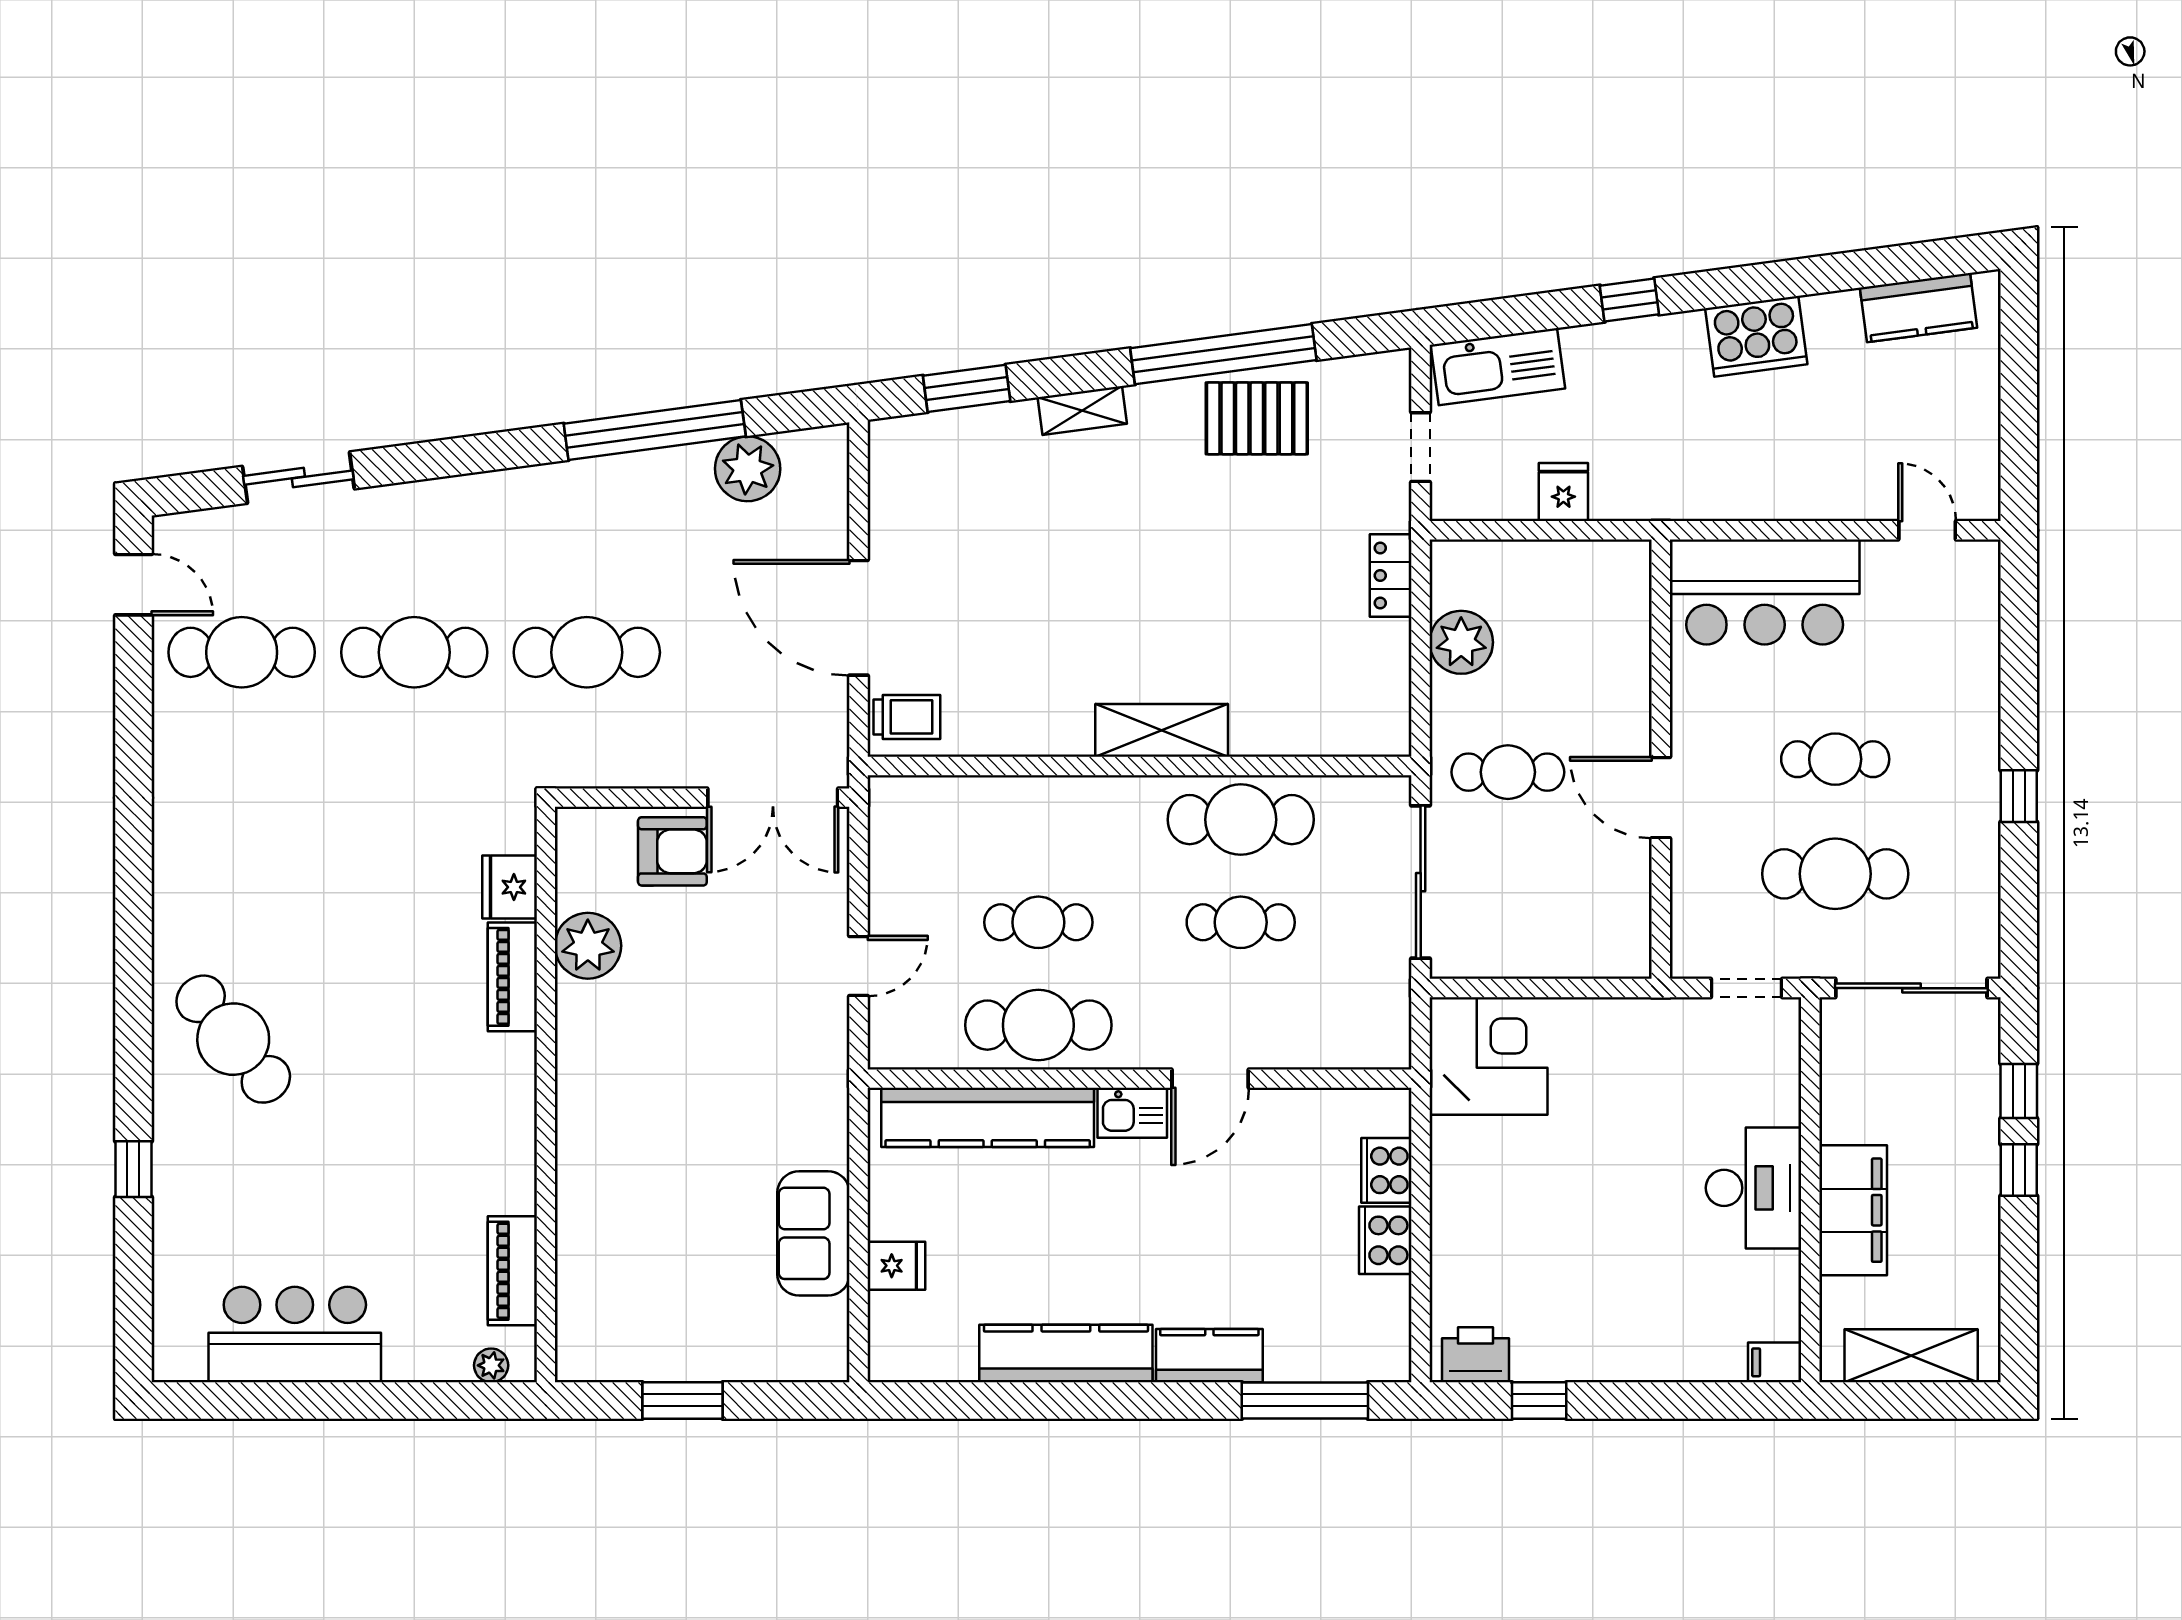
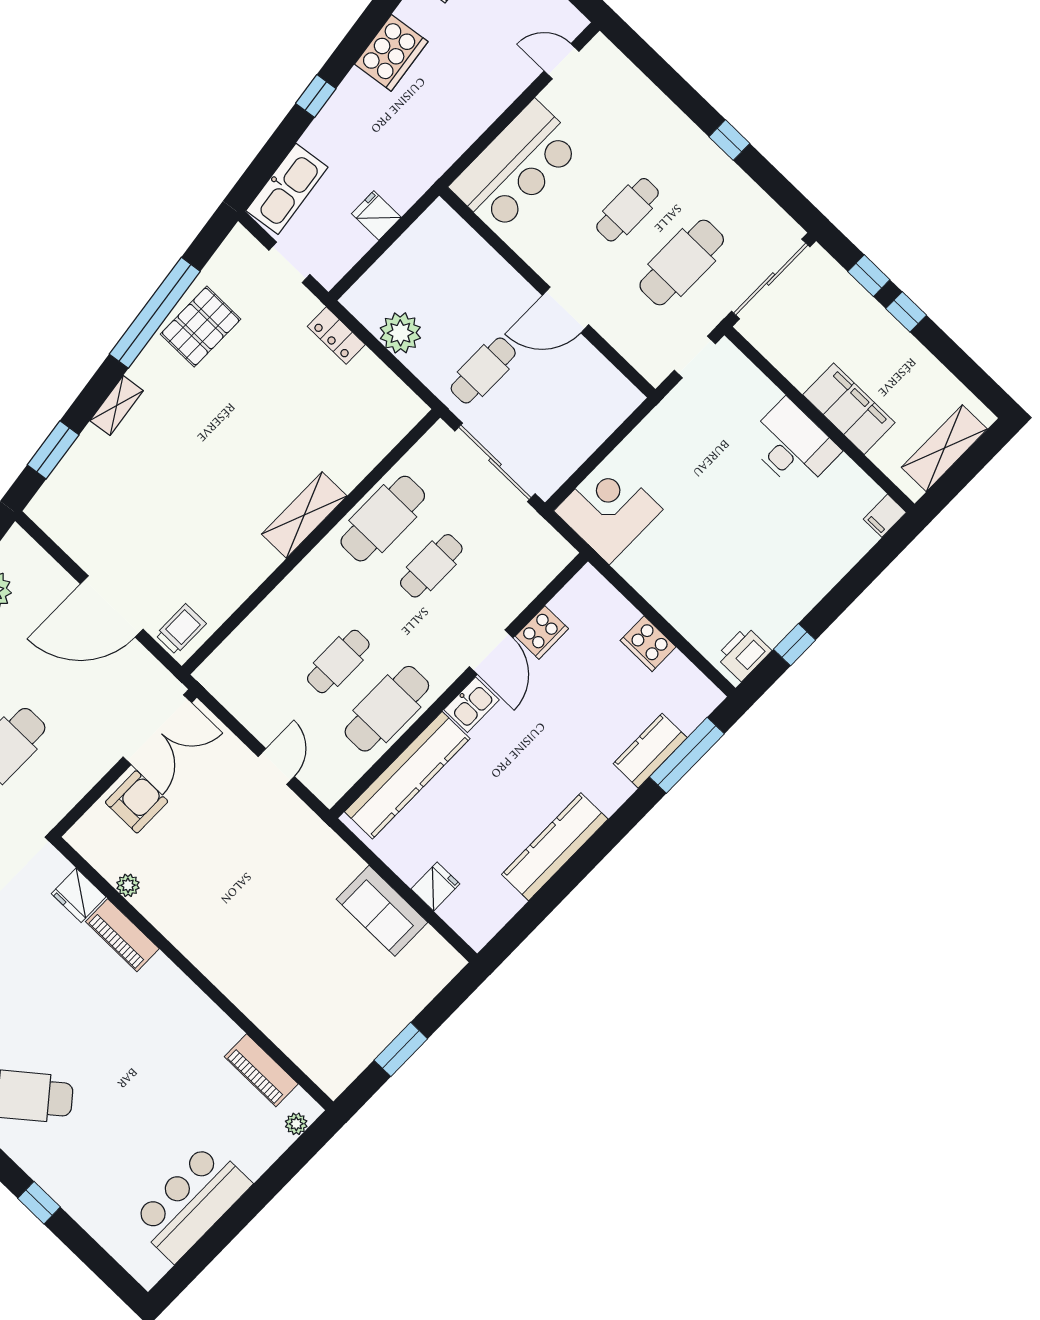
plant: (588, 946) -> (128, 885), width x0.53, depth x0.53
cooker: (1386, 1170) -> (542, 632), moved, turned -90
kitchen counter: (1209, 1356) -> (650, 751), moved

